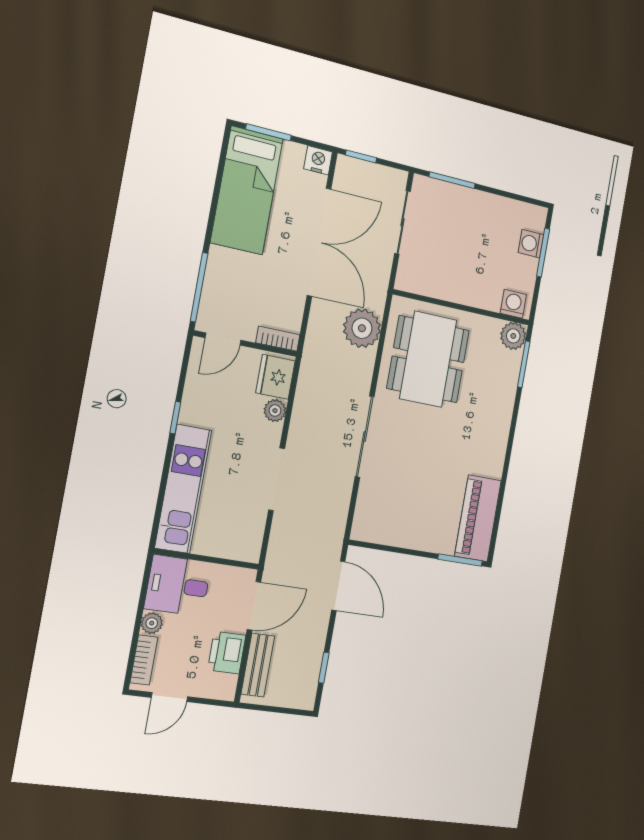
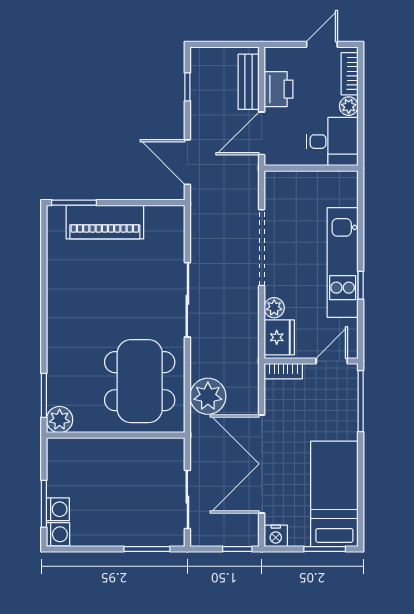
washing machine: (513, 304) -> (58, 534), moved, turned -90
doorway: (277, 479) -> (262, 248), width x1.36
kitchen unit: (183, 489) -> (343, 262), moved
piano: (478, 518) -> (105, 222), moved, turned 90

